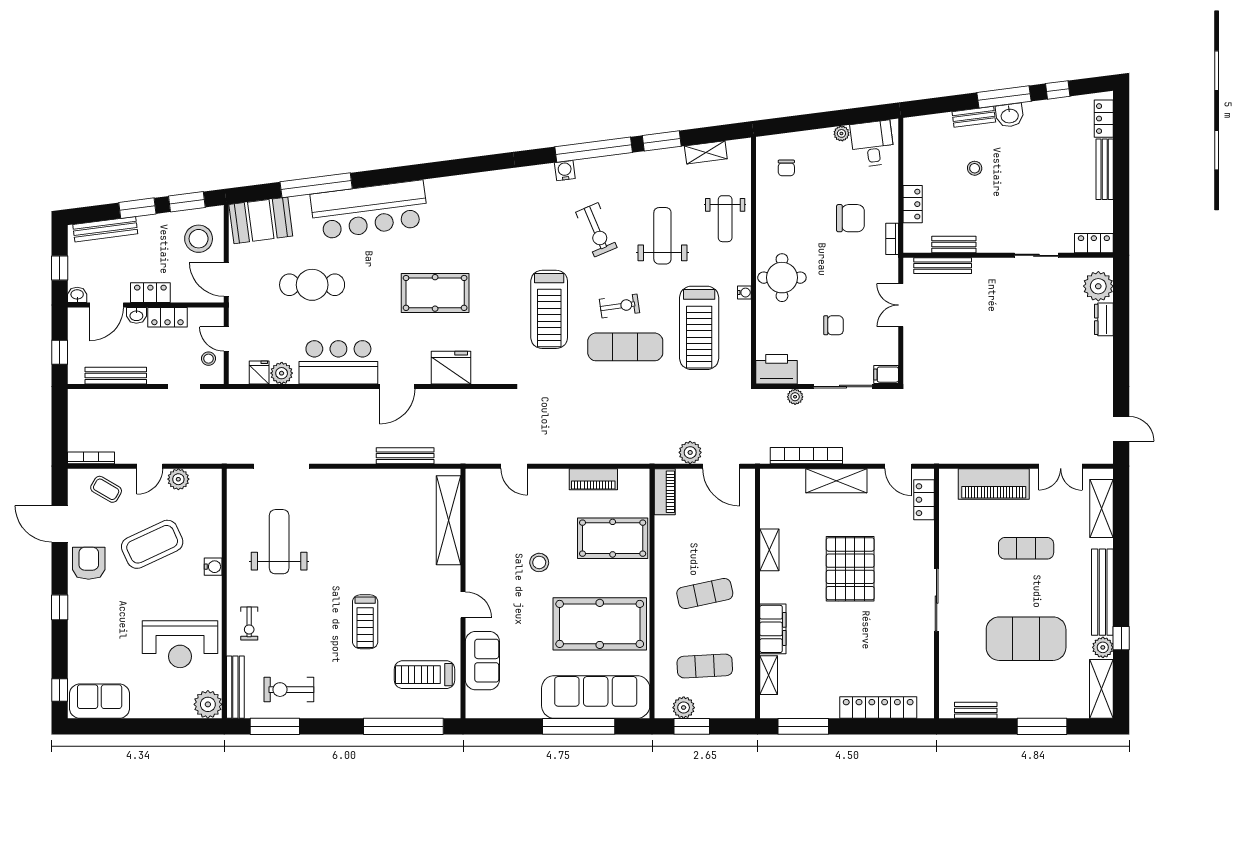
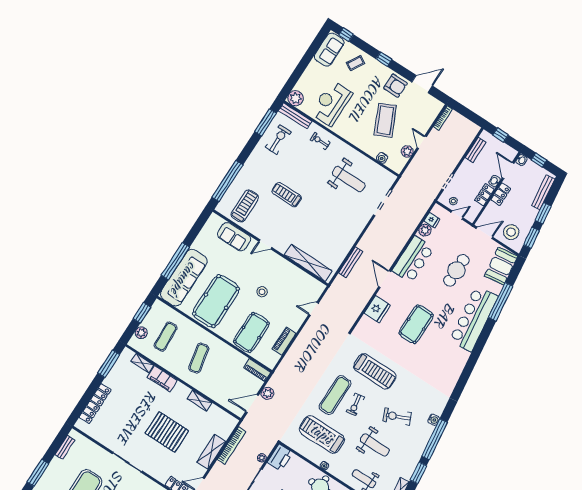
treadmill: (549, 309) -> (375, 371), turned 180
bench: (116, 376) -> (476, 150), width x0.73
coffee table: (106, 489) -> (356, 63), moved
water cooler: (213, 567) -> (382, 158), moved
plant: (684, 708) -> (141, 333), moved

